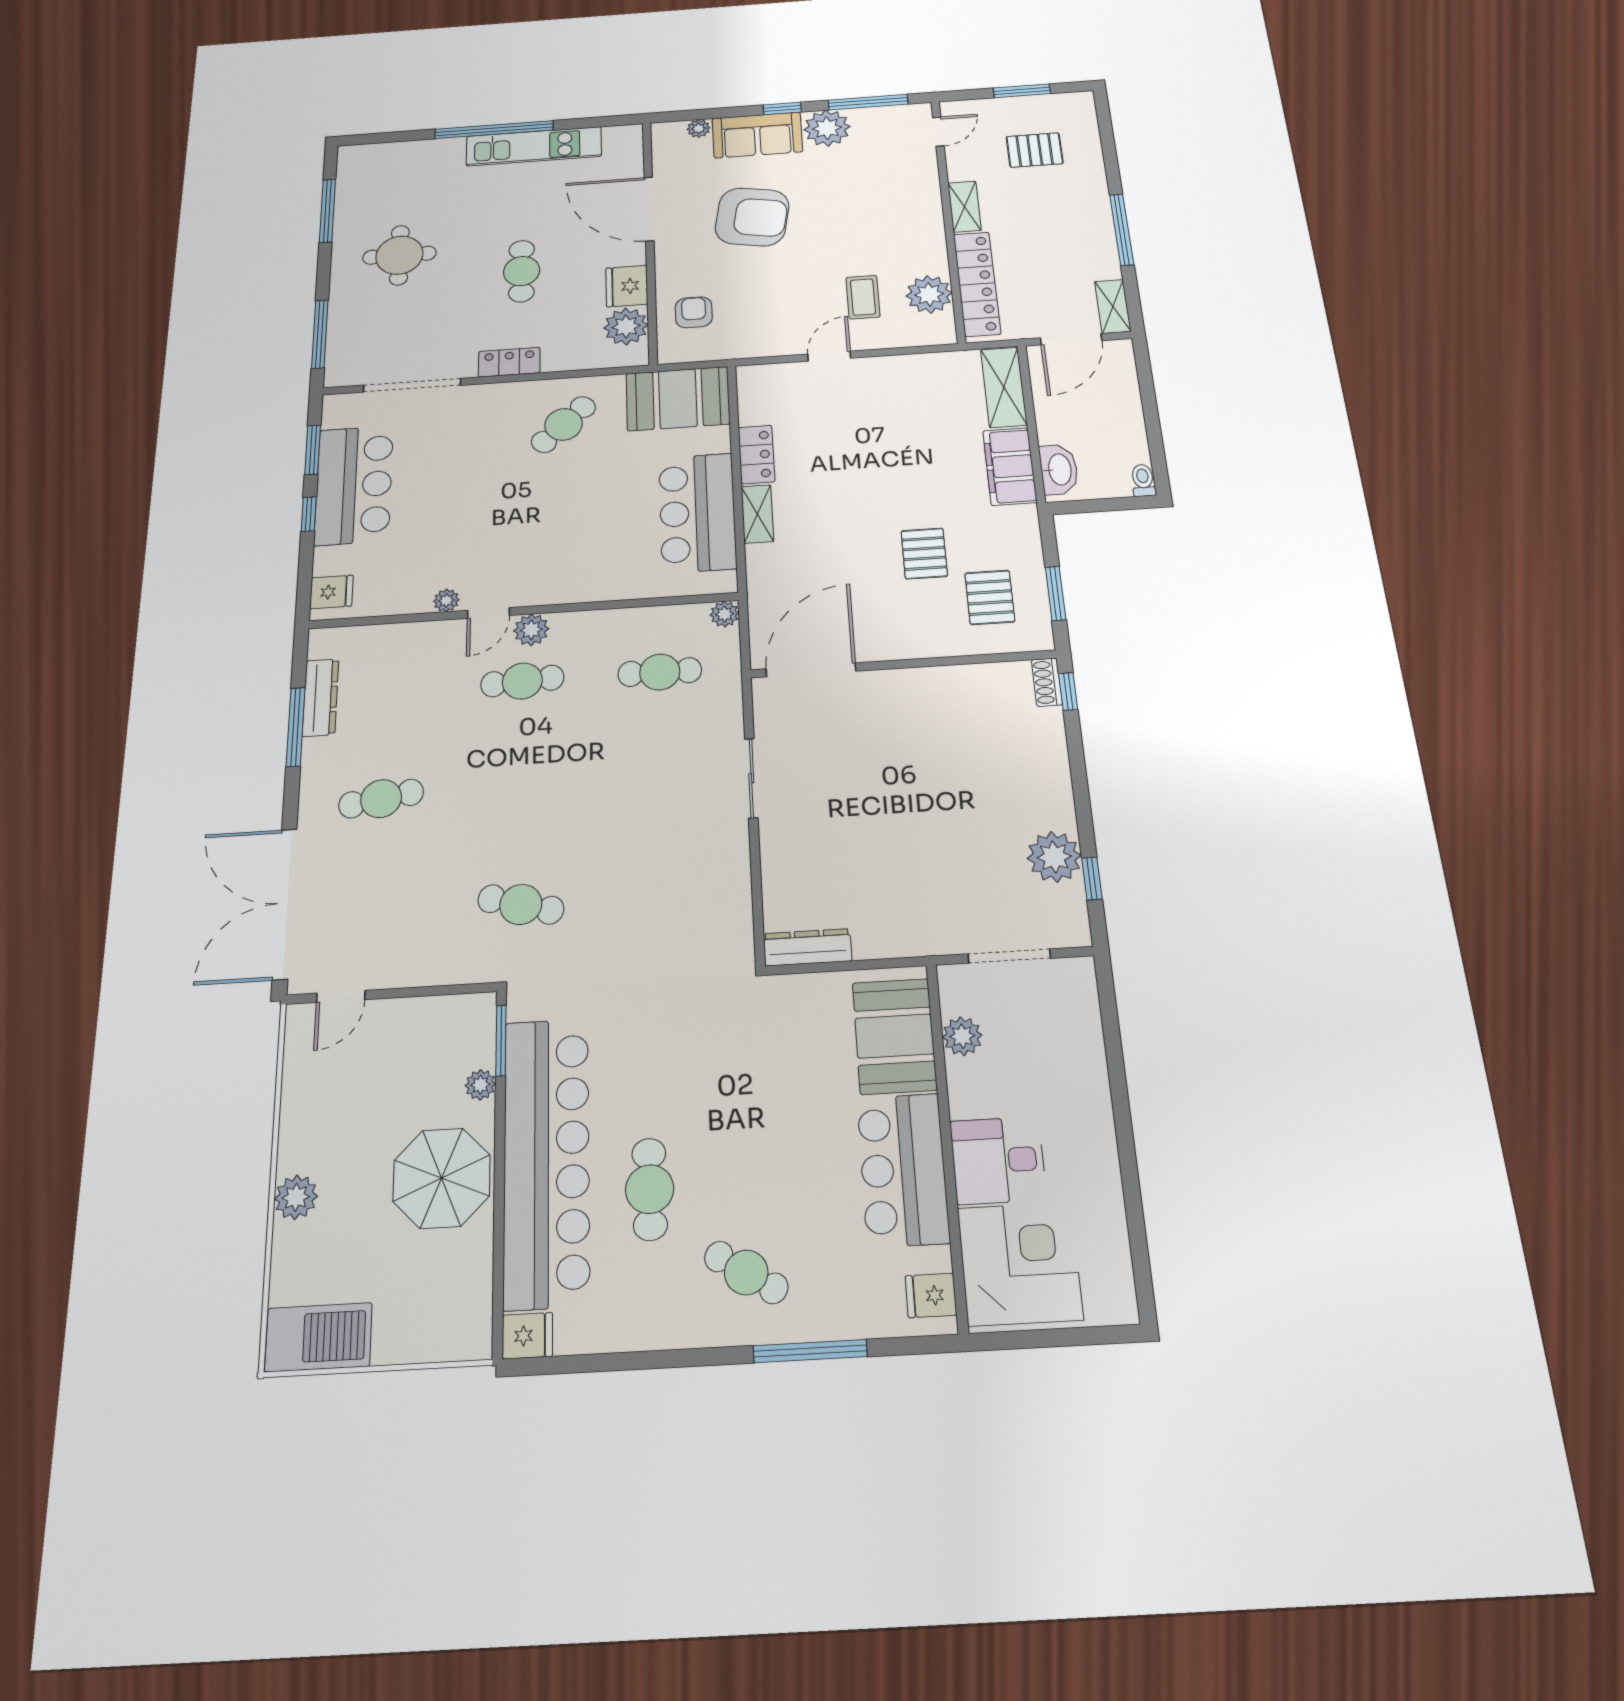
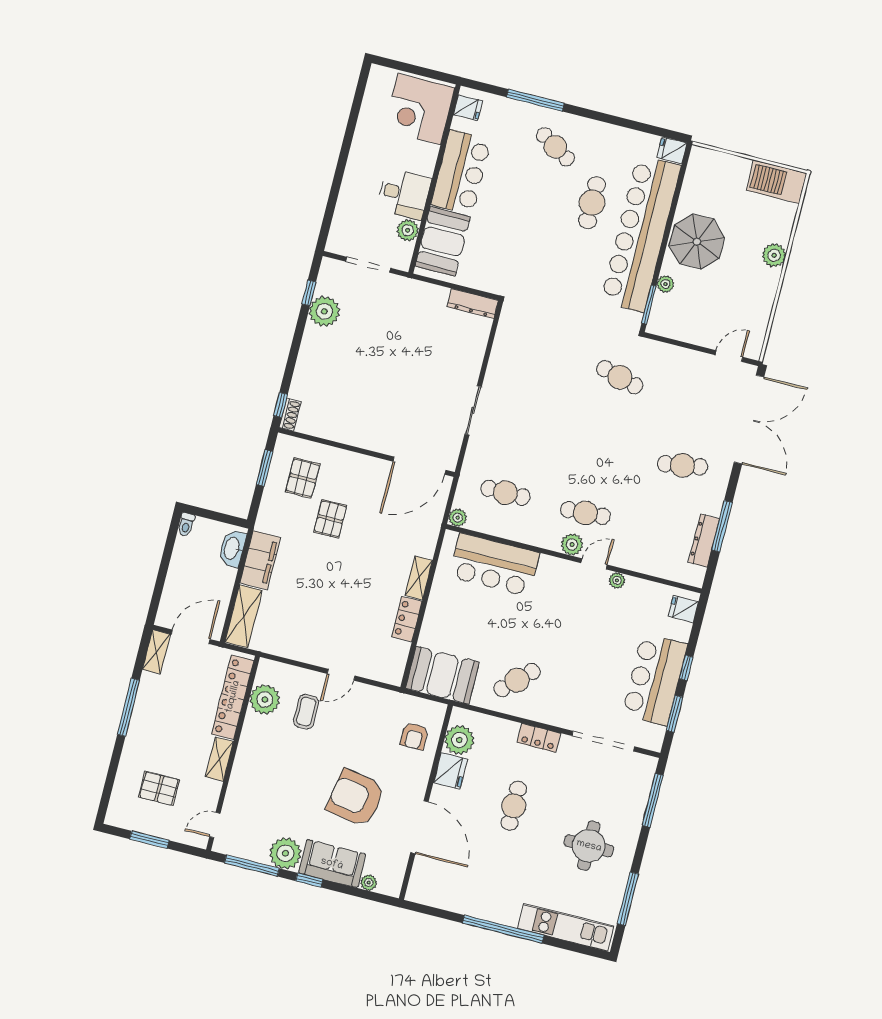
kitchen unit: (534, 146) -> (566, 927), moved
bar counter: (697, 513) -> (494, 565), moved, turned 90
desk: (998, 1160) -> (404, 194), moved

